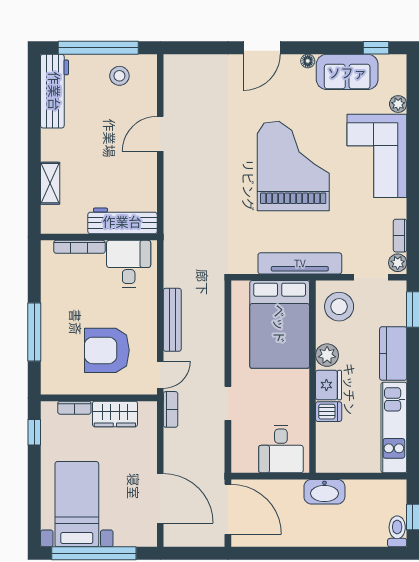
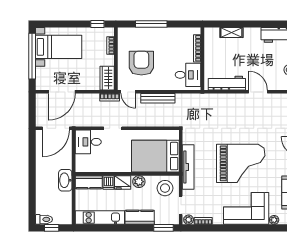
workbench: (122, 221) -> (227, 83), moved, turned -90
wardrobe: (115, 414) -> (107, 78), moved
kitchen counter: (328, 448) -> (89, 182), added
desk: (281, 449) -> (88, 142), moved

